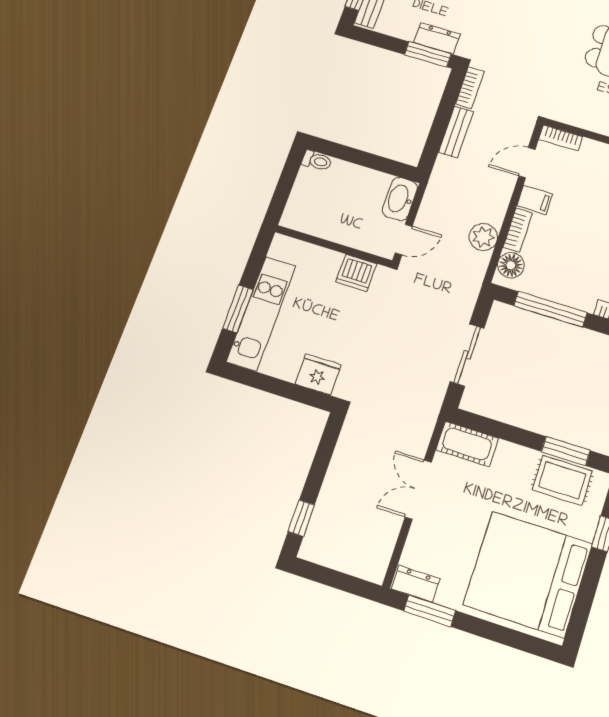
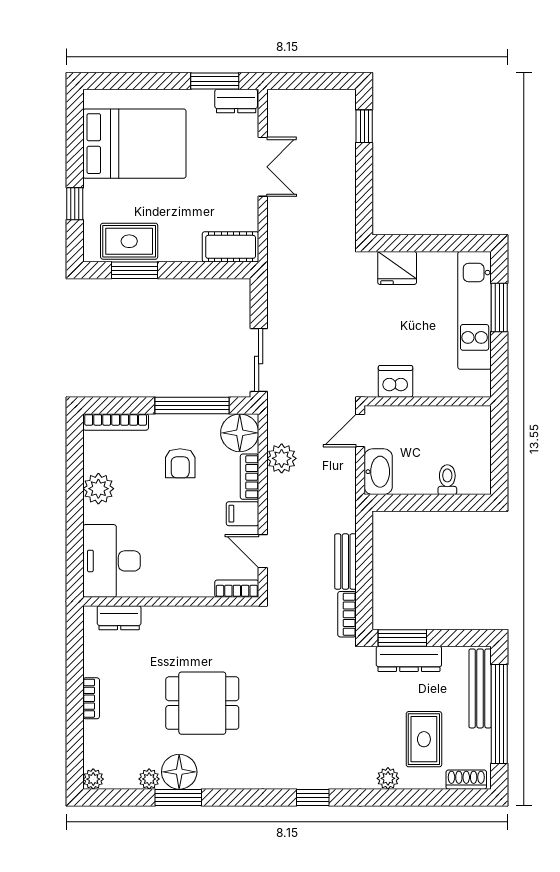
dresser: (437, 38) -> (409, 659), width x1.44
toilet: (317, 161) -> (447, 480), moved, turned 90
door: (527, 163) -> (263, 551), swing flipped
armchair: (578, 261) -> (180, 463), added
floor lamp: (511, 265) -> (240, 433), width x1.38, depth x1.38
sliding door: (467, 355) -> (259, 360), moved
double door: (418, 490) -> (263, 167), moved
bed: (528, 574) -> (134, 144), width x0.73

